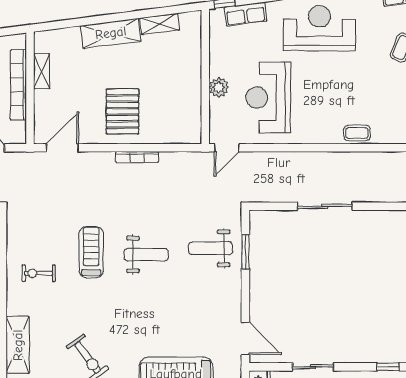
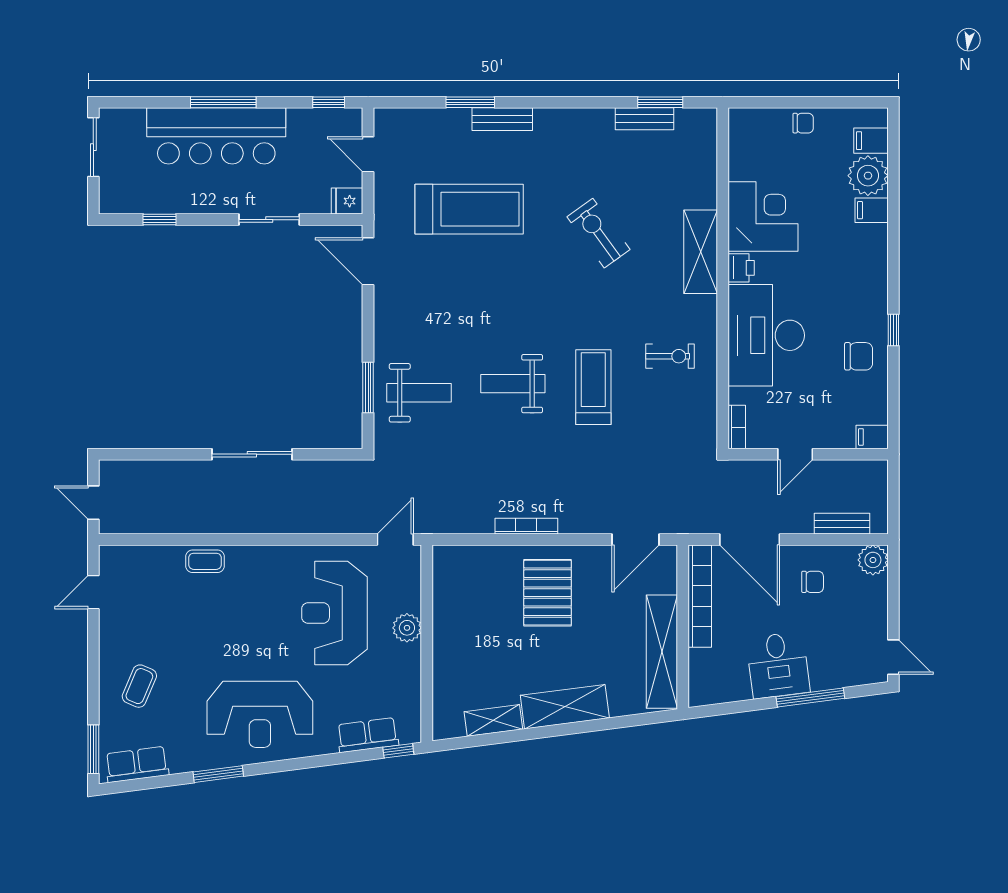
shelving: (42, 71) -> (662, 652), width x2.20, depth x1.33
bookcase: (18, 85) -> (700, 596), moved
reception desk: (268, 98) -> (335, 613), turned 180
treadmill: (91, 252) -> (593, 387), turned 180

